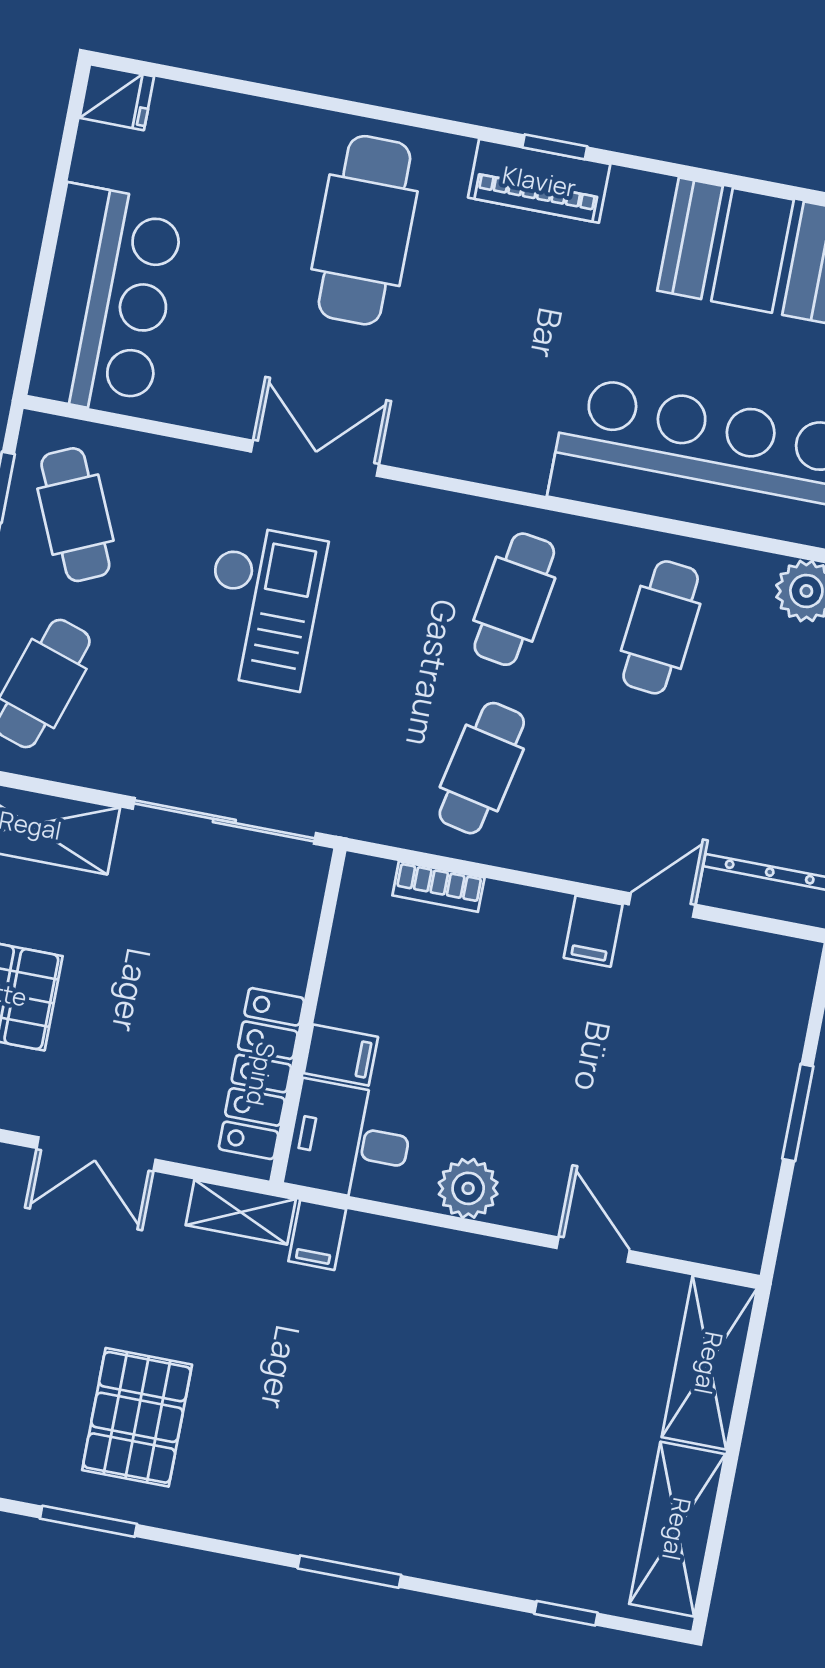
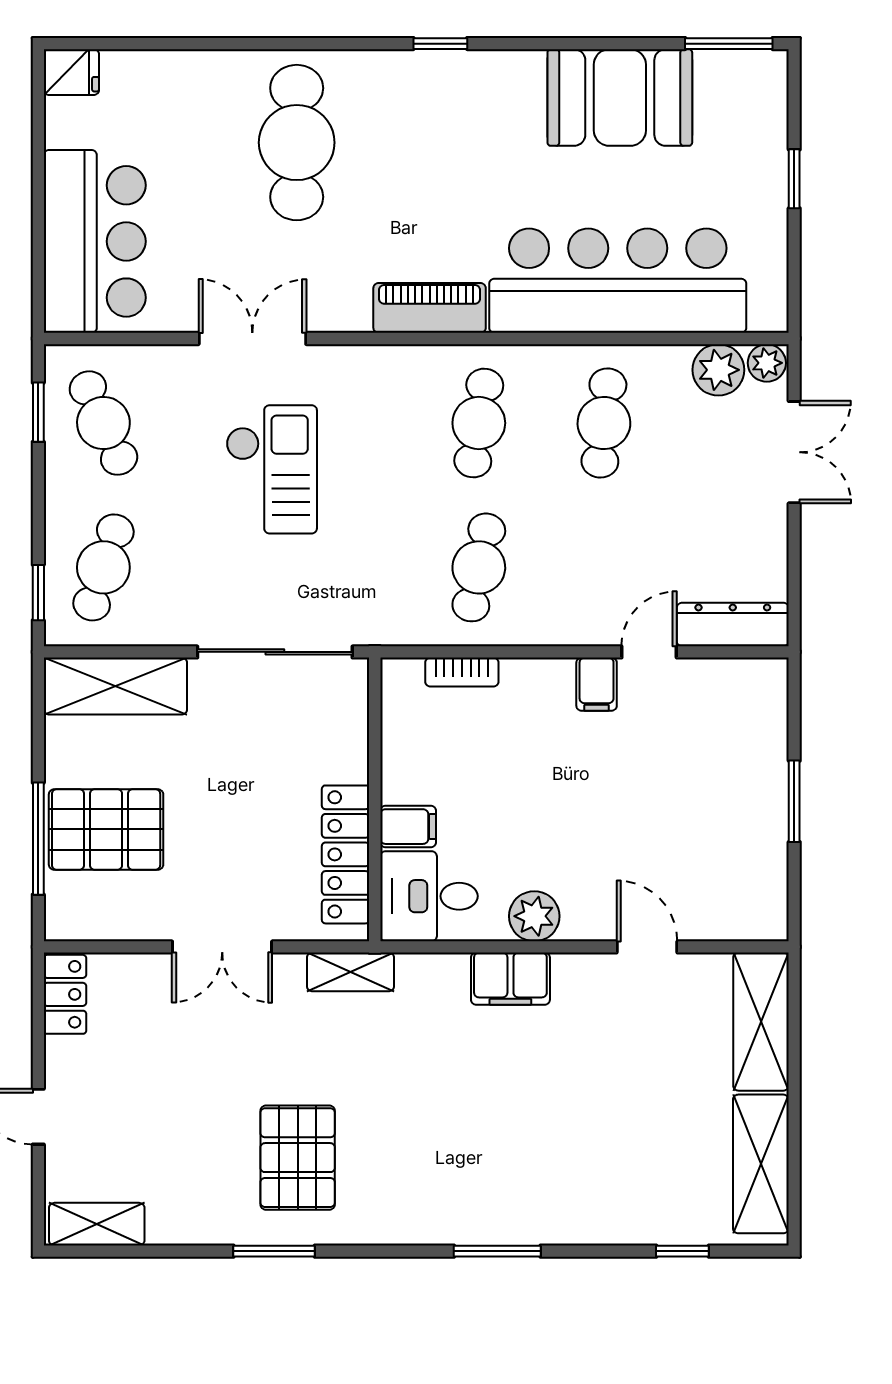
piano: (539, 181) -> (430, 308), moved, turned 180
double door: (315, 458) -> (252, 339), moved
filing cabinet: (317, 1235) -> (510, 979), moved, width x2.00

